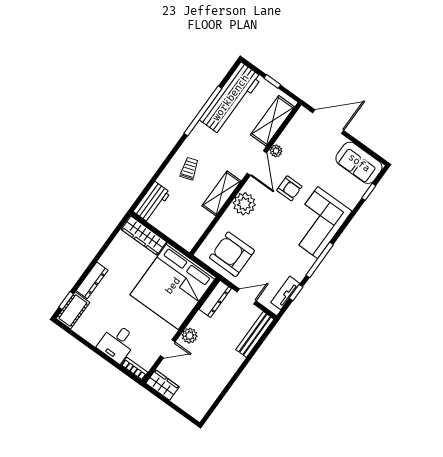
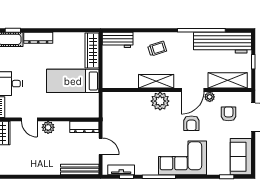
armchair: (232, 254) -> (229, 114), moved, width x0.53, depth x0.53
bed: (173, 286) -> (73, 81), width x0.49

